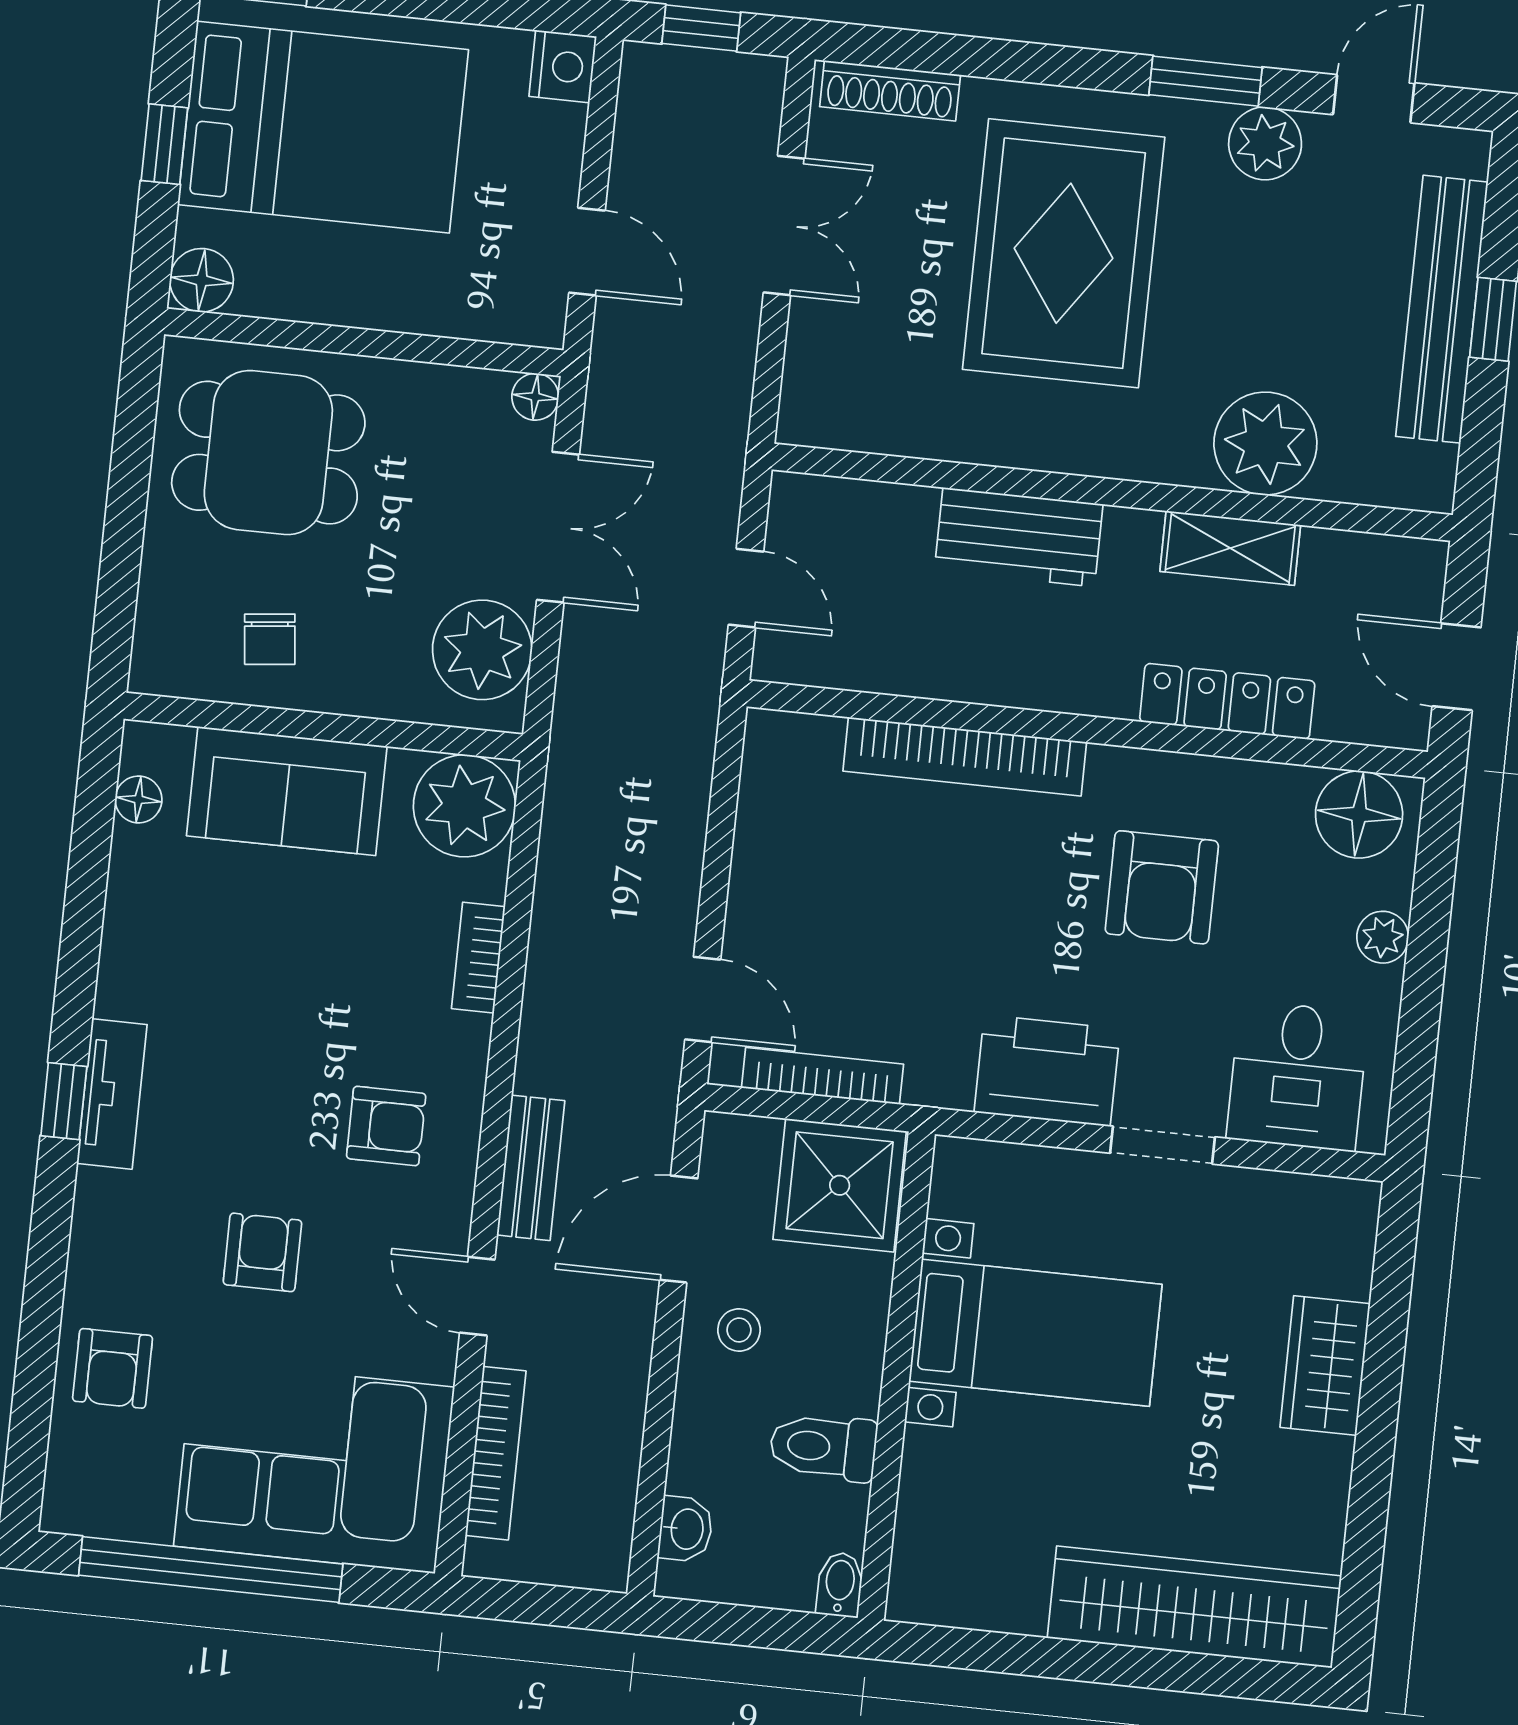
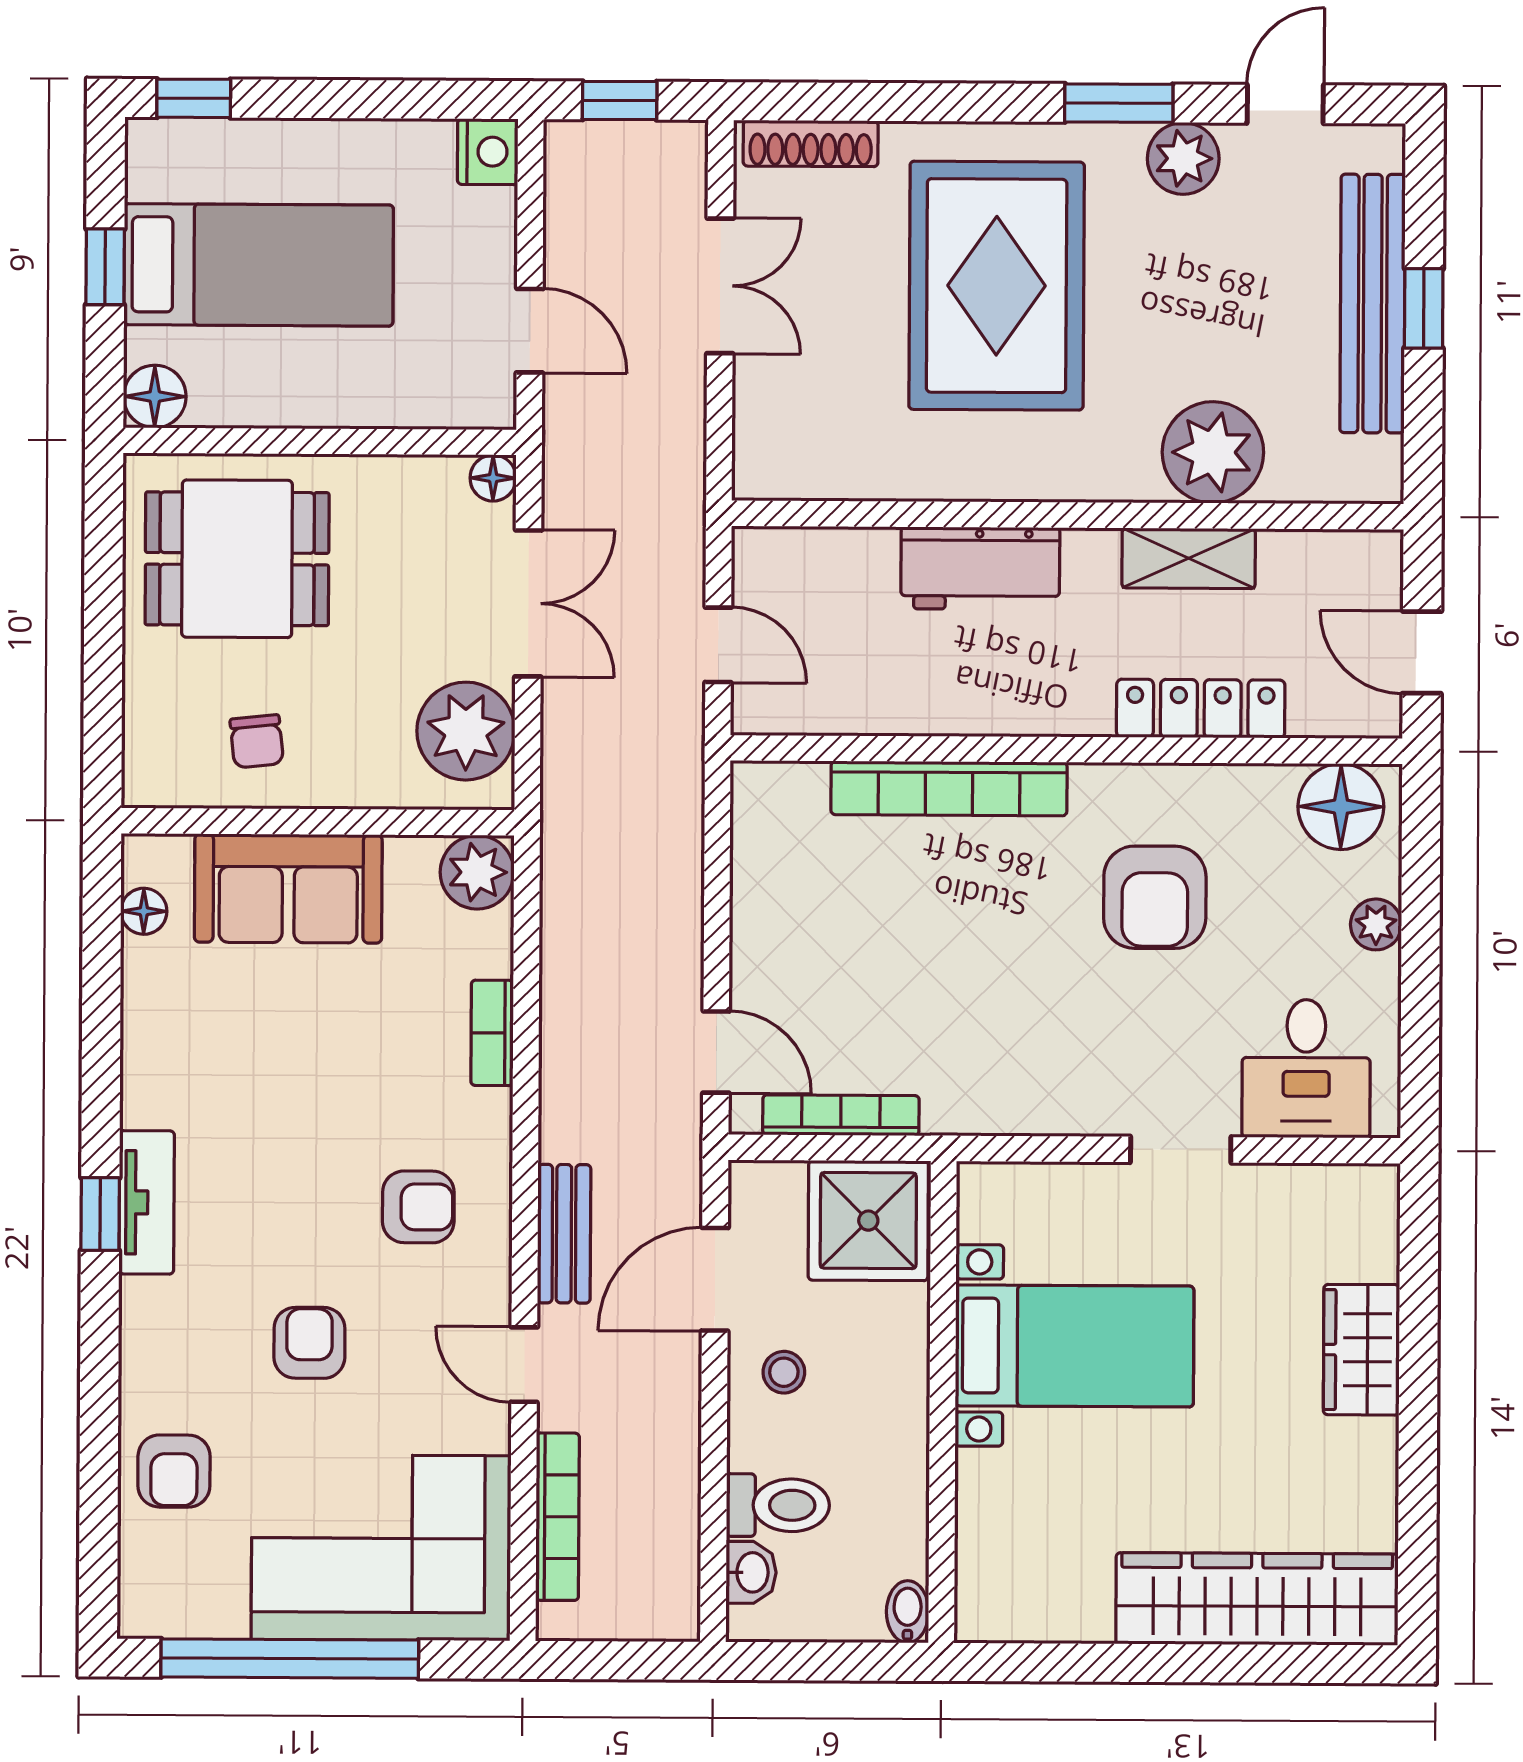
bed: (323, 127) -> (259, 265), width x0.67
plant: (464, 806) -> (477, 872), width x0.73, depth x0.73
printer: (1047, 1070) -> (1060, 1088), removed
toilet: (823, 1447) -> (778, 1505), moved, turned 180

